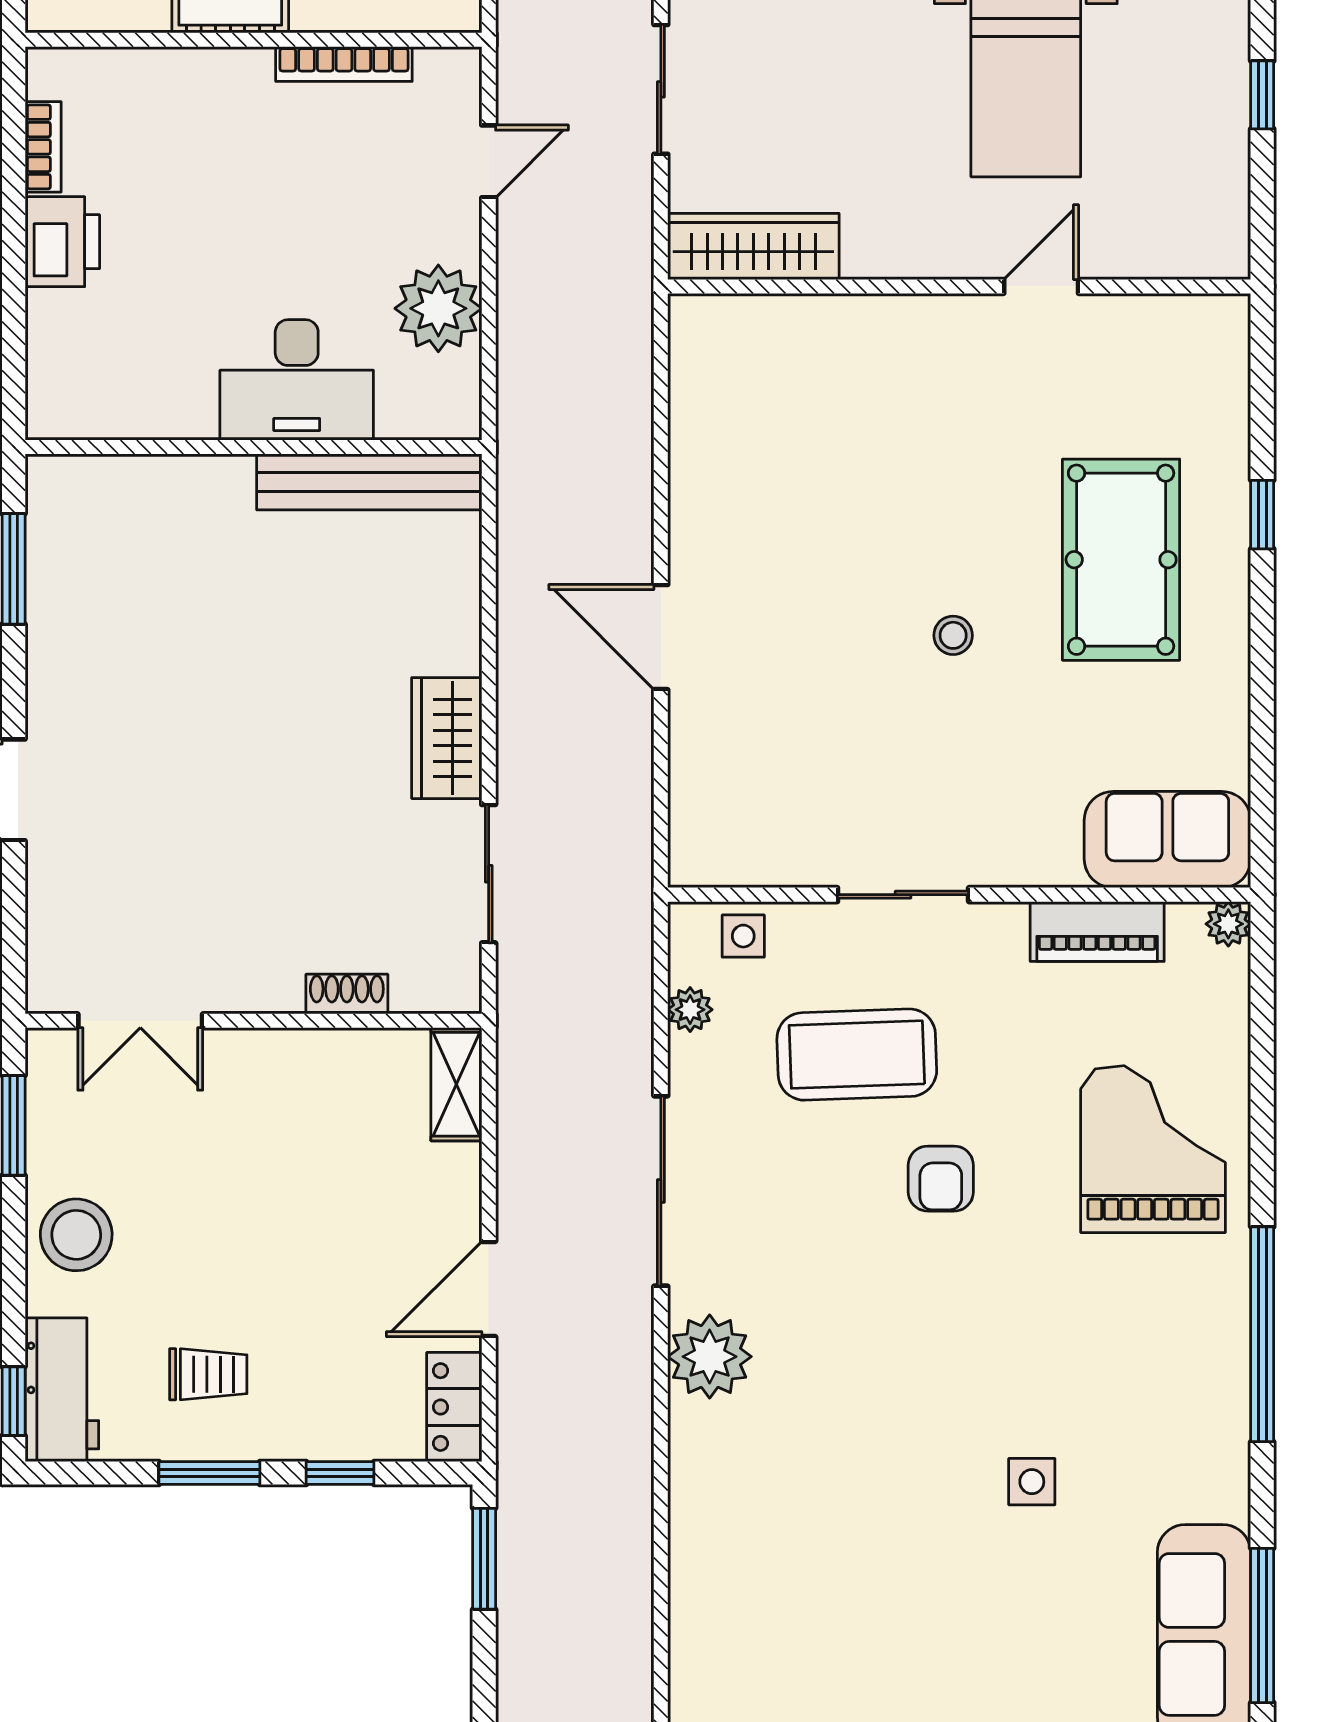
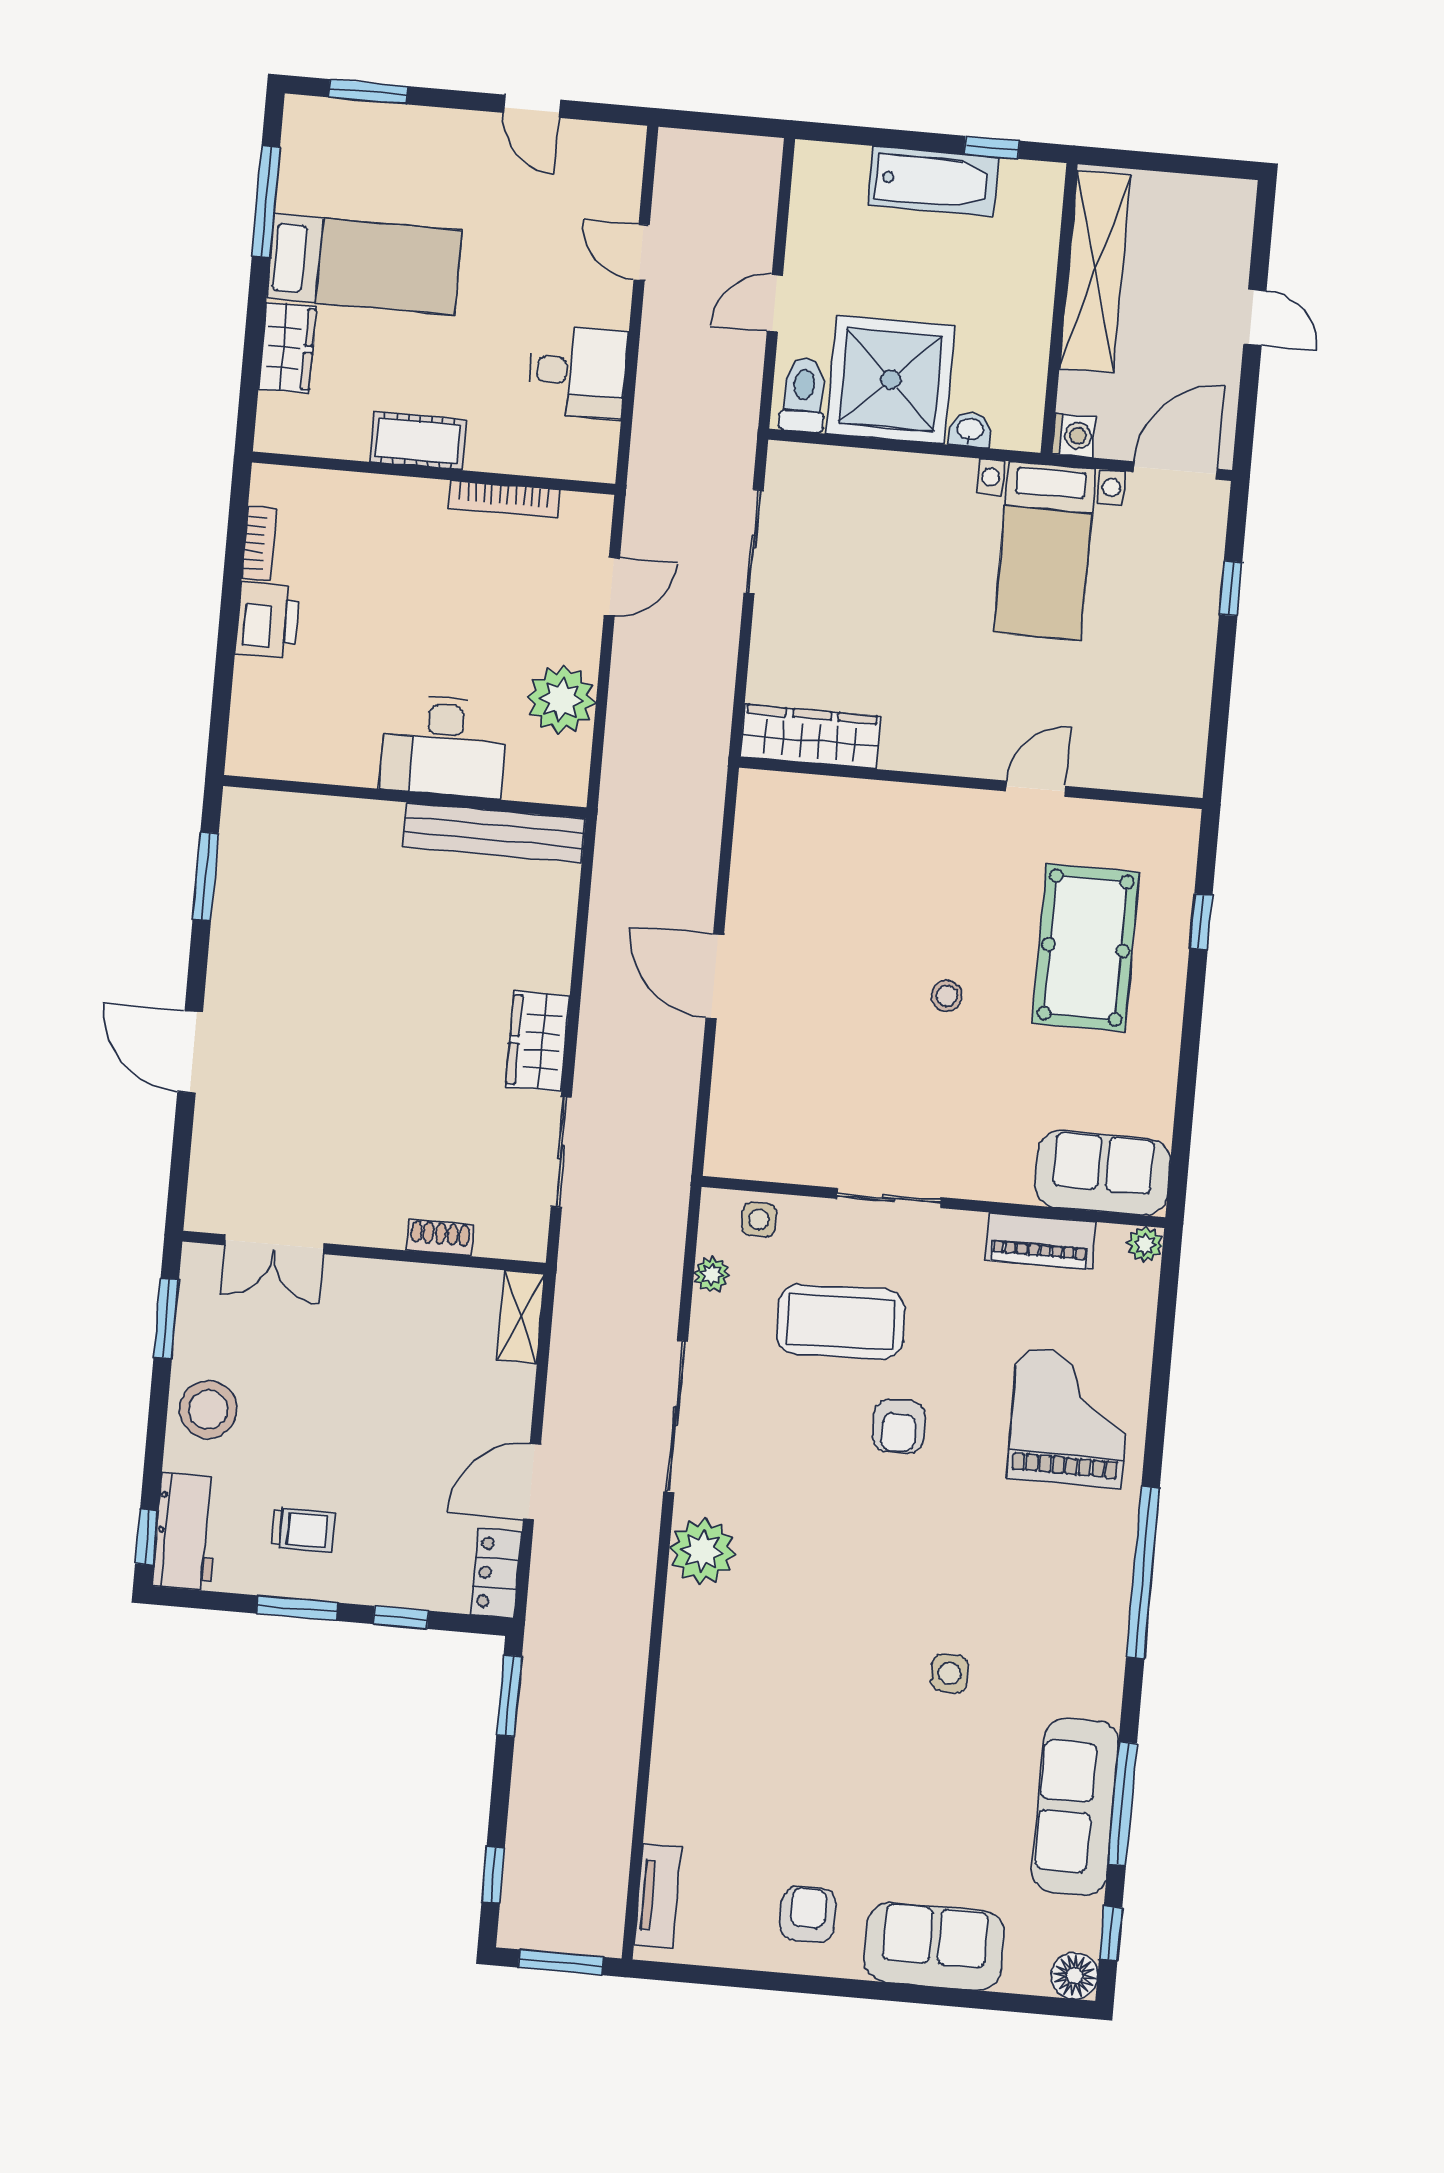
wardrobe: (753, 246) -> (810, 737), moved
wall: (959, 286) -> (971, 783), moved
door: (1041, 286) -> (1036, 789), moved

